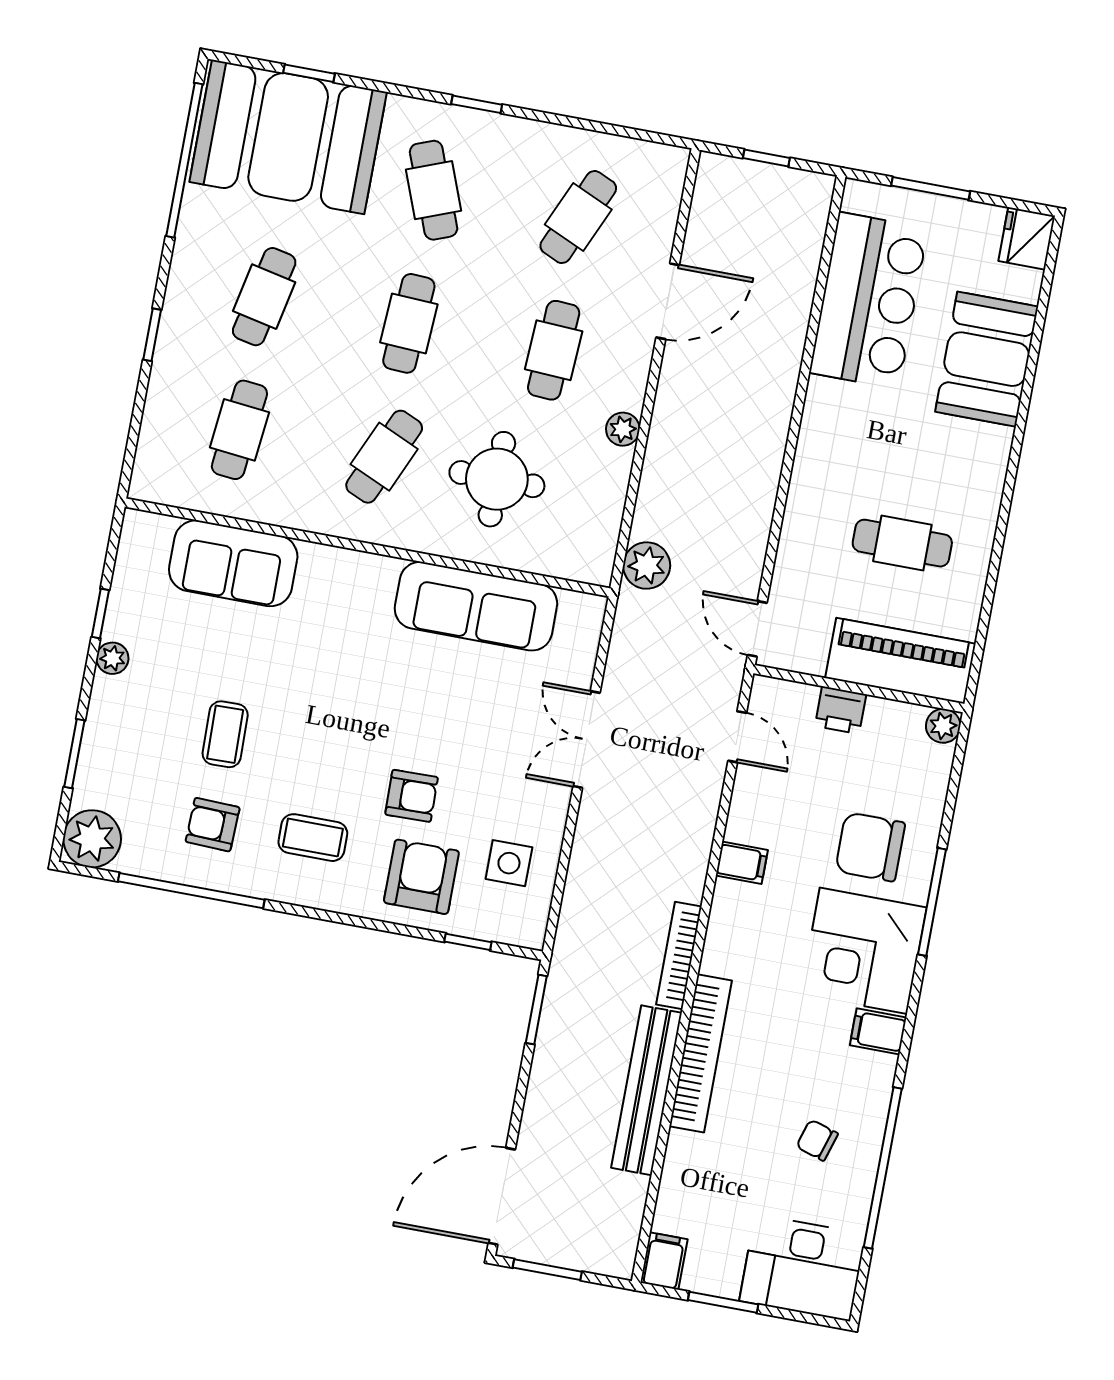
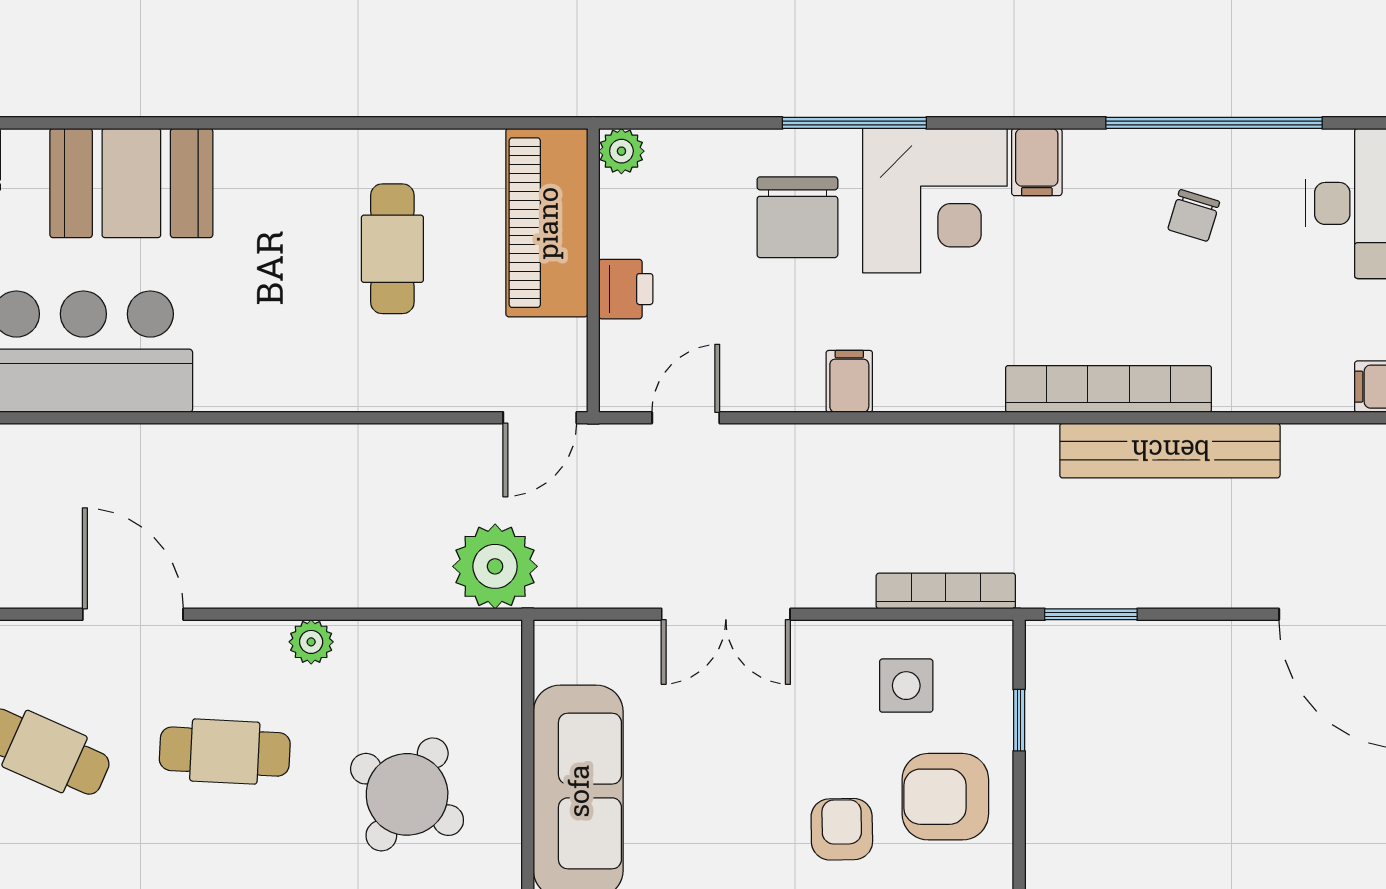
round table: (497, 479) -> (407, 794), turned 32
plant: (647, 566) -> (495, 566), width x1.36, depth x1.36
bookcase: (679, 956) -> (946, 591), moved, turned 180

